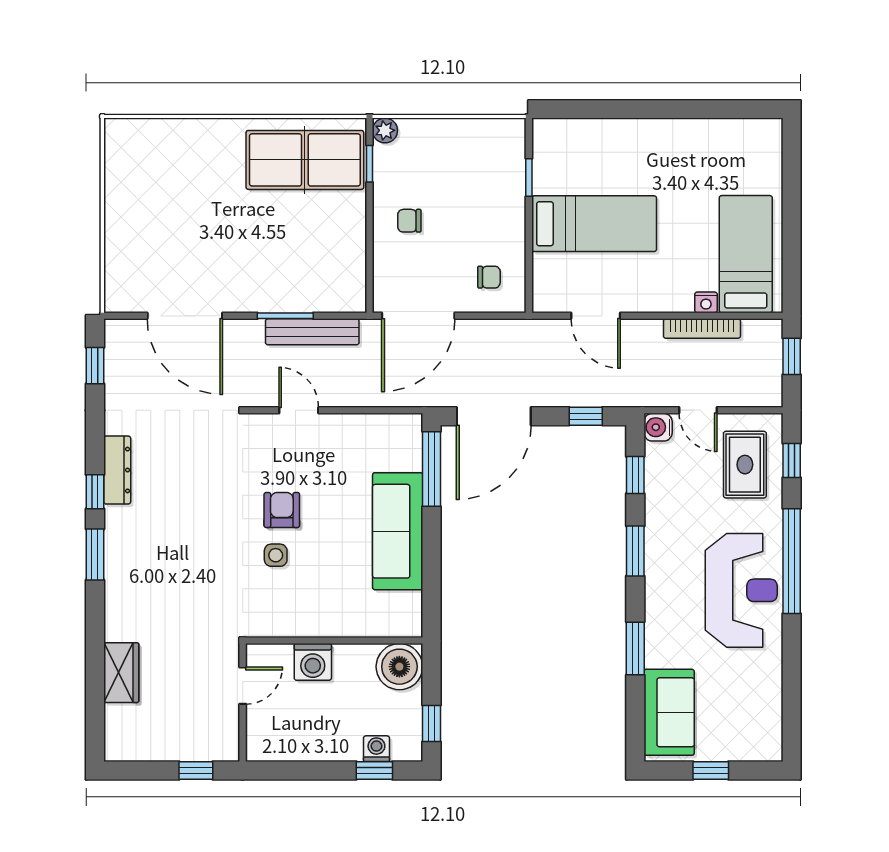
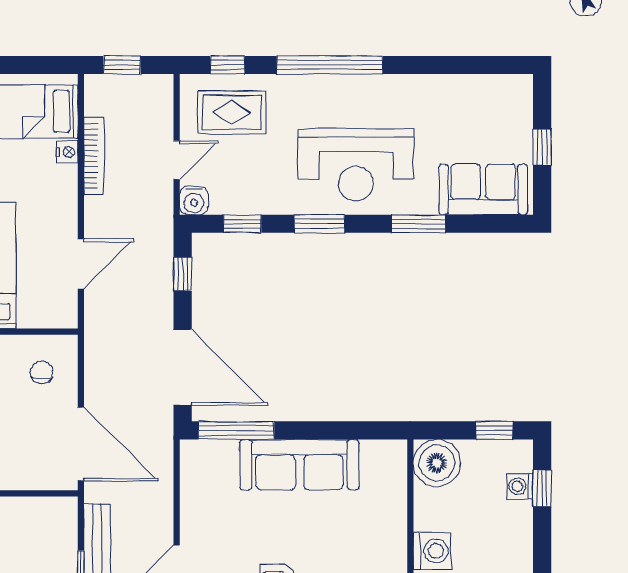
reception desk: (741, 590) -> (356, 165), moved, turned 180

